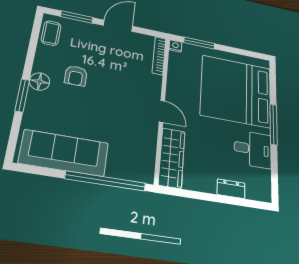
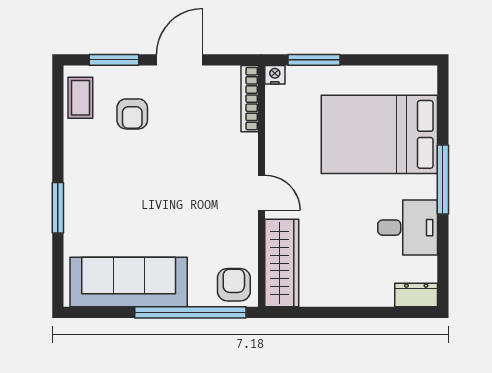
armchair: (76, 76) -> (132, 114), moved
floor lamp: (40, 82) -> (78, 181), removed
bed: (236, 91) -> (379, 134), width x0.73
armchair: (138, 167) -> (234, 285), added
dresser: (231, 189) -> (416, 295), moved

